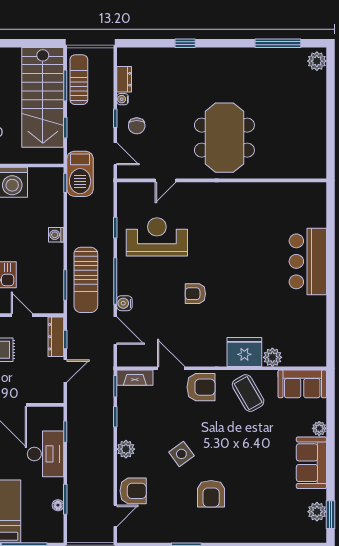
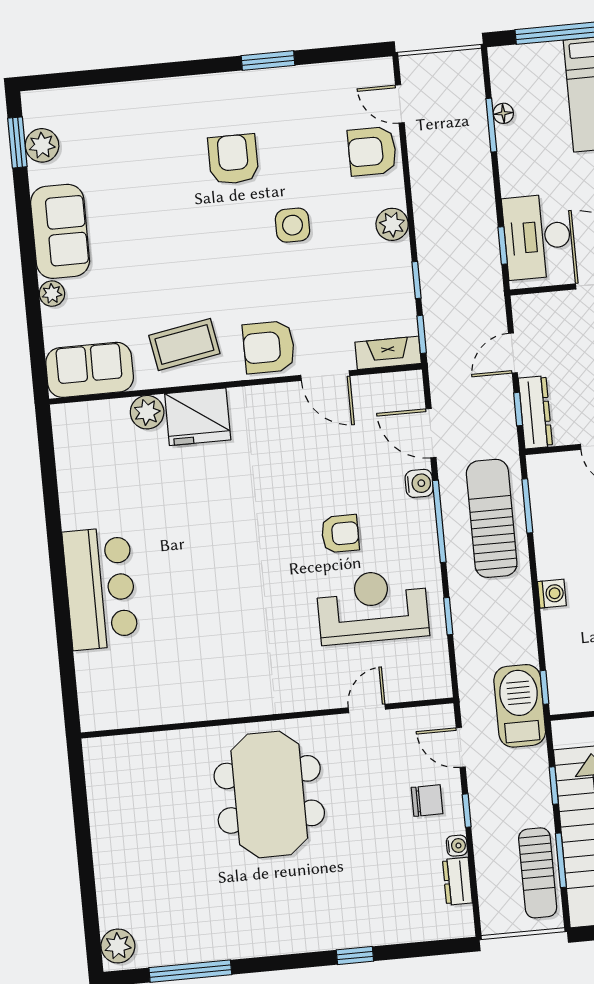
chair: (137, 126) -> (427, 801), turned 90
reception desk: (157, 237) -> (373, 607), turned 180
armchair: (195, 294) -> (340, 534), moved
coffee table: (248, 393) -> (184, 344), turned -70
desk: (46, 454) -> (537, 237), moved
side table: (181, 454) -> (293, 225), turned 36
door: (115, 516) -> (400, 104), hinge flipped

